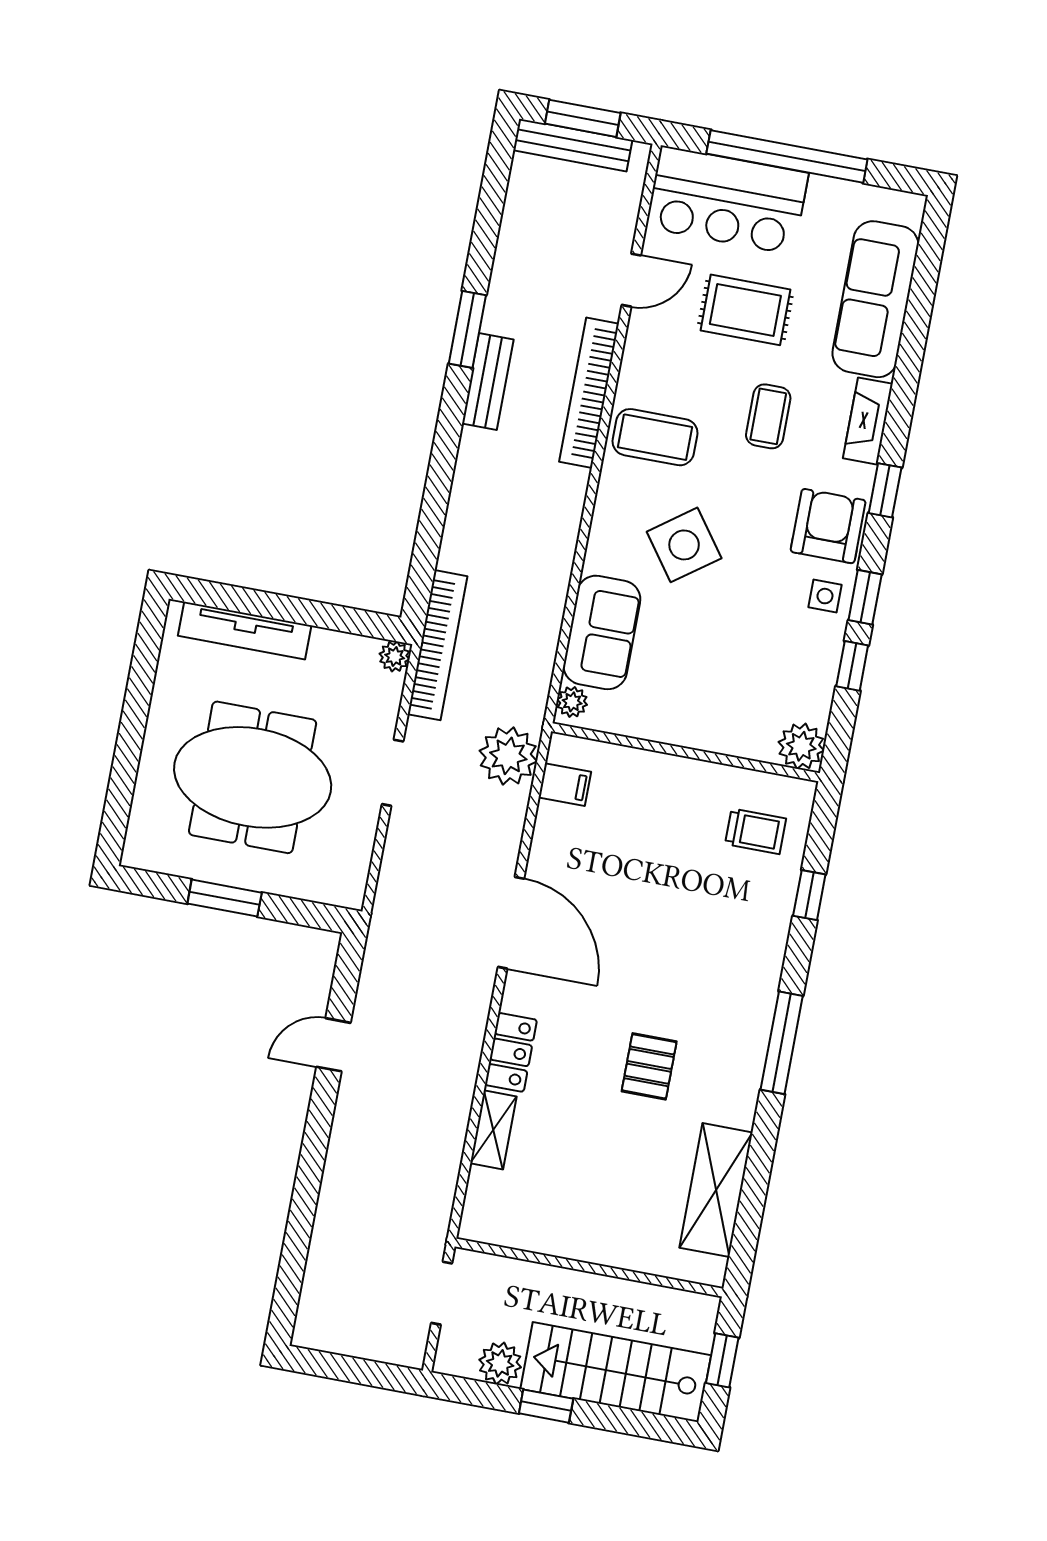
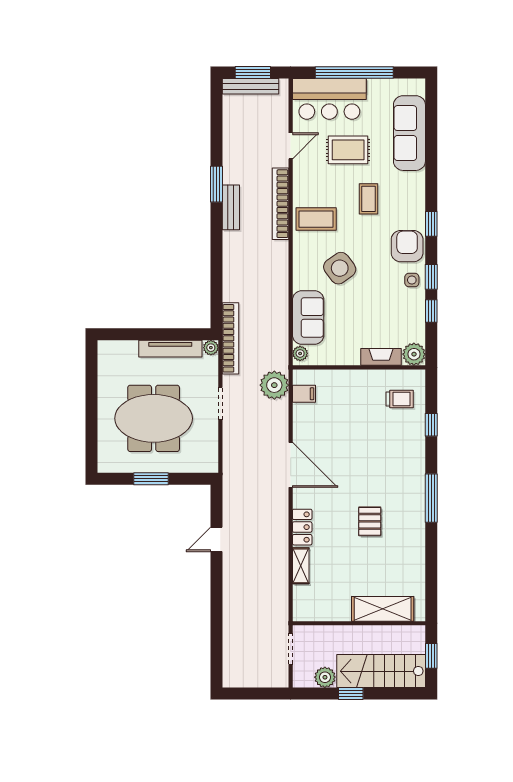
fireplace: (868, 421) -> (381, 357), moved, turned 90
tv unit: (245, 631) -> (170, 349), moved
shelving: (716, 1190) -> (383, 609), moved, turned 90

